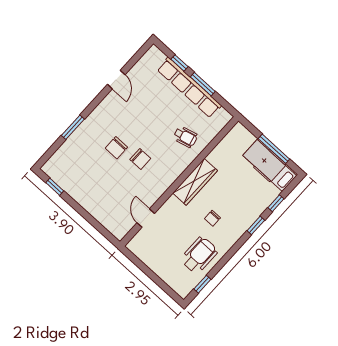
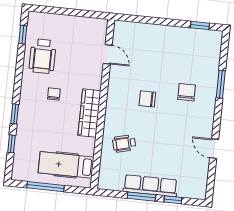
row of seats: (189, 87) -> (150, 186), width x0.73
chair: (116, 148) -> (187, 92), moved
hospital bed: (270, 166) -> (66, 165), moved, turned 180

